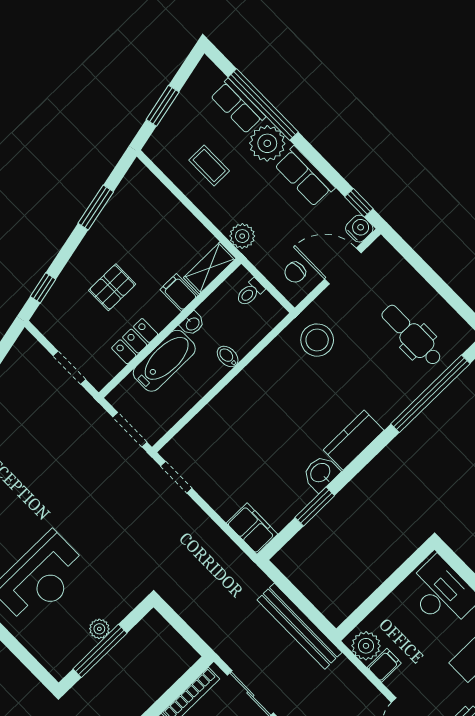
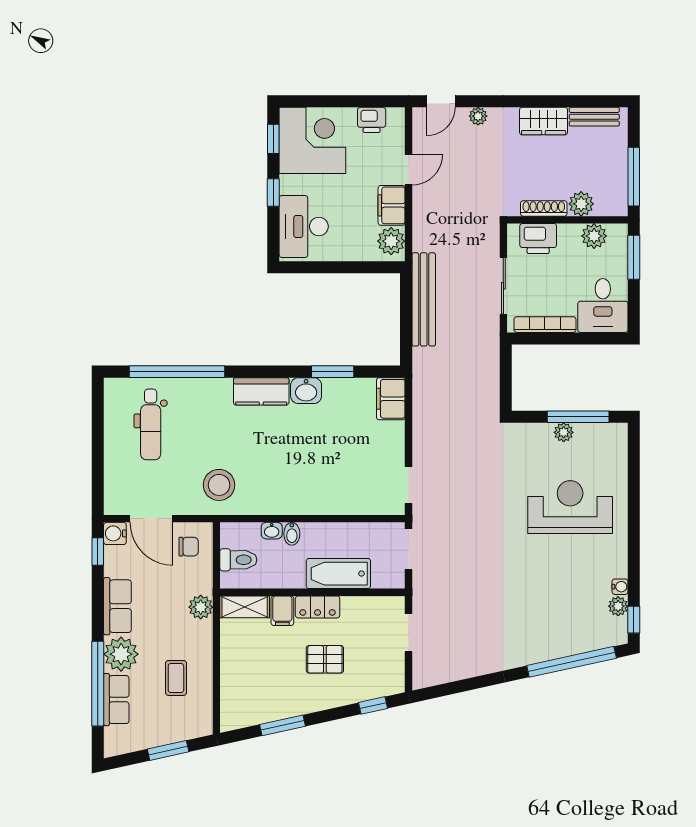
toilet: (250, 293) -> (238, 560), width x1.37, depth x1.39
washbasin: (192, 324) -> (272, 531), moved, turned 180
locker: (135, 341) -> (318, 607), moved
filing cabinet: (384, 665) -> (392, 205), width x2.00

